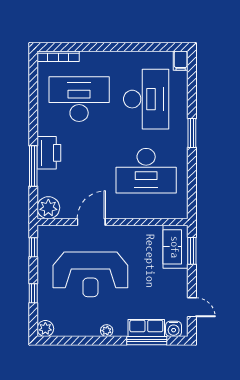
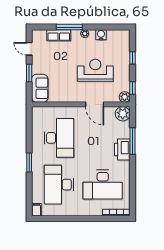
desk: (146, 171) -> (59, 138), turned 90
door: (91, 222) -> (95, 104), hinge flipped
window: (192, 251) -> (29, 73), moved
reception desk: (90, 274) -> (95, 70), width x0.74, depth x0.77
plant: (45, 329) -> (125, 97), moved
water cooler: (174, 329) -> (101, 35), moved
window: (147, 341) -> (69, 27), moved

